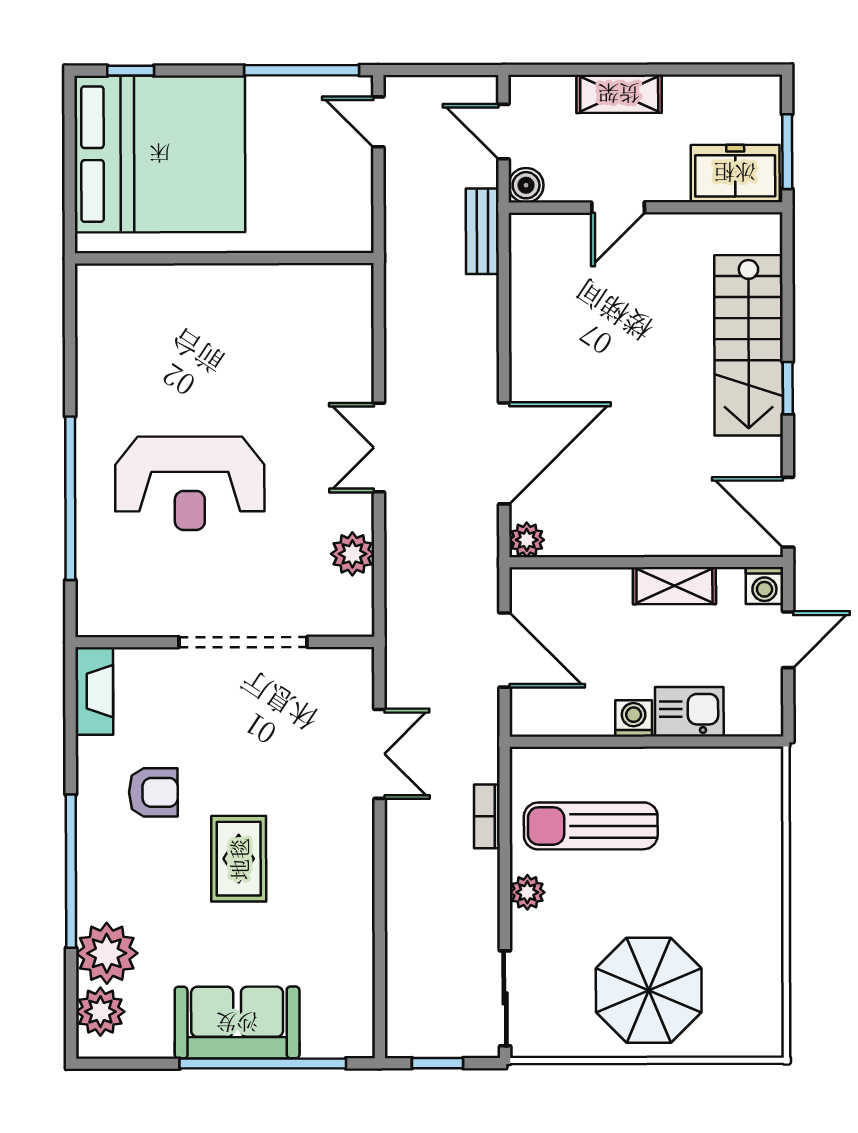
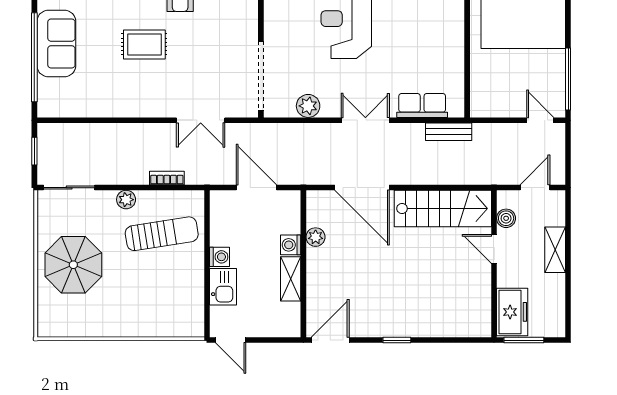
door: (378, 122) -> (540, 120), hinge flipped
boiler: (526, 185) -> (506, 218), moved
bench: (482, 231) -> (449, 132), moved
row of seats: (351, 342) -> (422, 105), added
stairs: (749, 345) -> (443, 209), moved, turned 180
plant: (527, 540) -> (316, 237), moved
washing machine: (764, 585) -> (291, 245), moved
door: (788, 640) -> (231, 340), moved
doorway: (243, 642) -> (261, 76), moved
door: (504, 650) -> (256, 188), swing flipped
sun lounger: (591, 826) -> (162, 234), turned 81

